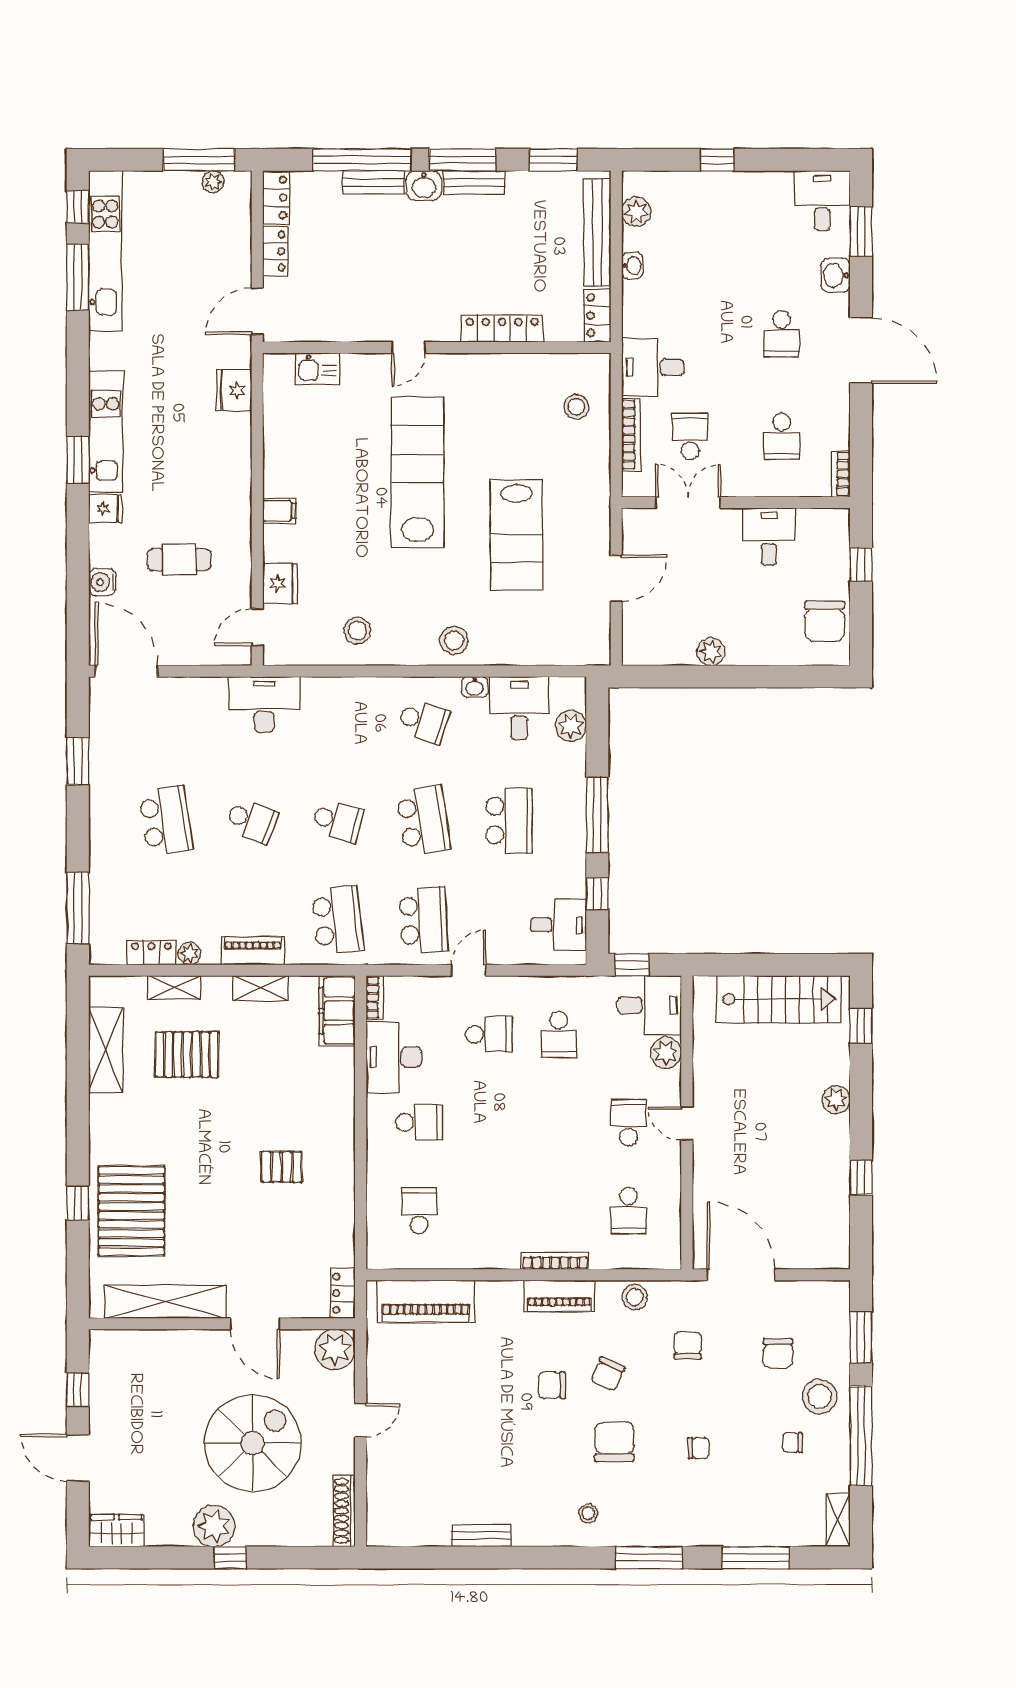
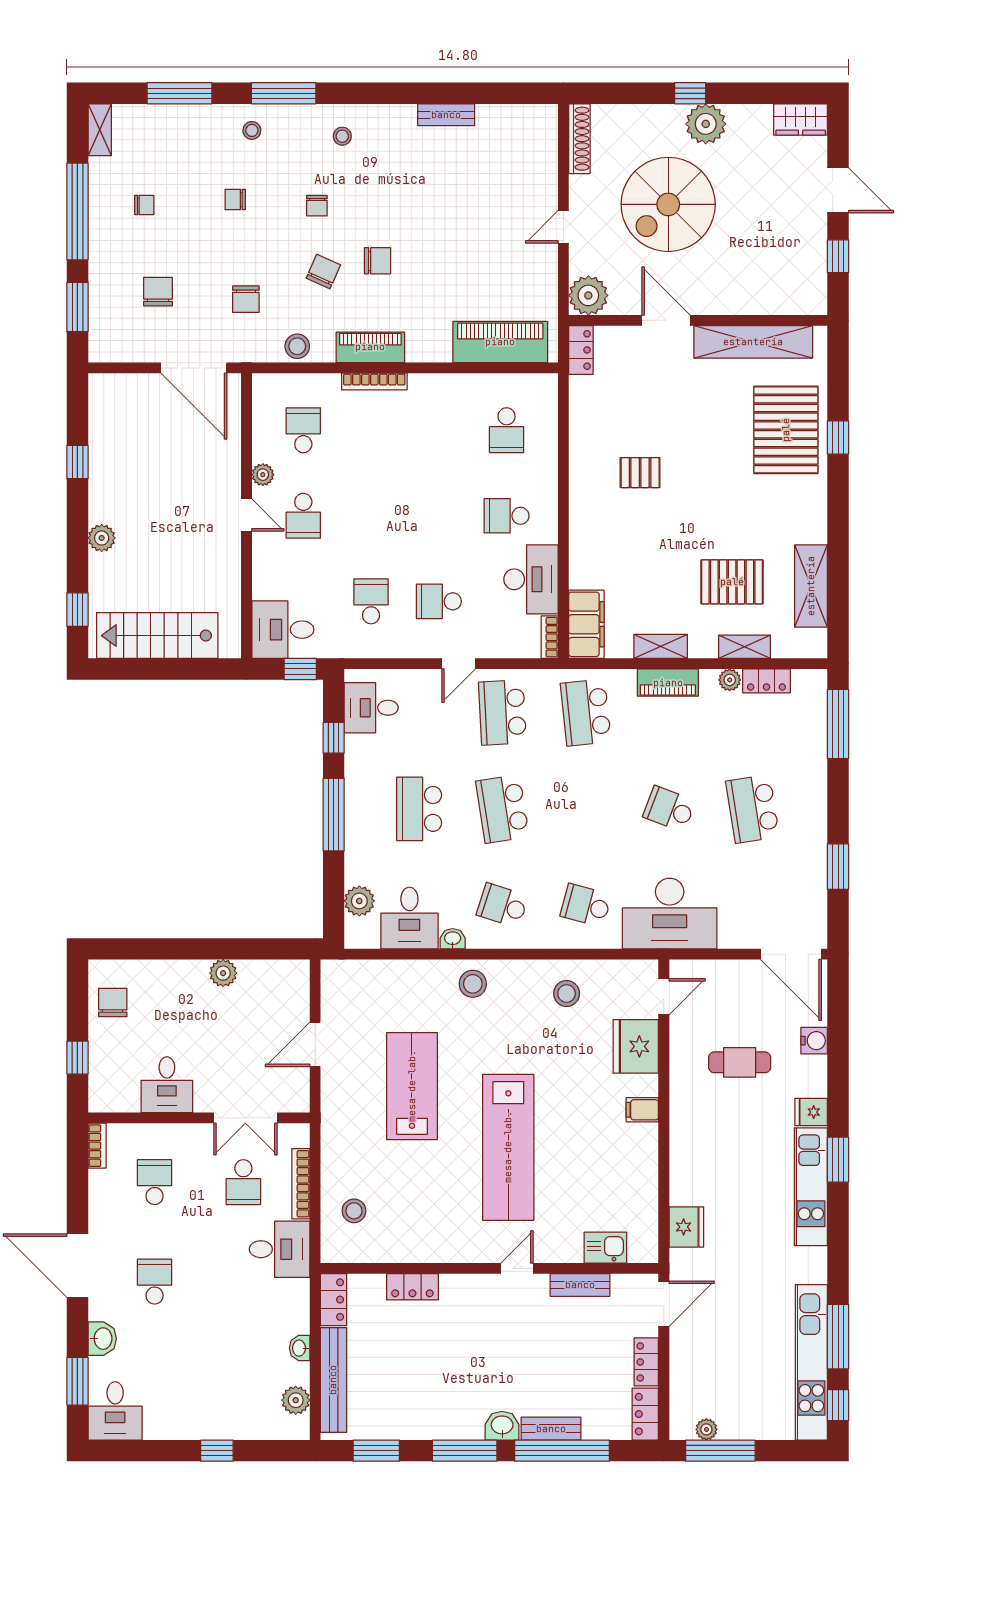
bench: (474, 182) -> (580, 1285), moved
locker: (502, 329) -> (412, 1287), width x0.66
fridge: (280, 583) -> (636, 1046), width x1.36, depth x1.34
chair: (825, 621) -> (113, 1003), width x0.73, depth x0.73
desk: (264, 704) -> (670, 914), width x1.36, depth x1.30
school desk: (338, 821) -> (586, 905), moved
plant: (666, 1053) -> (263, 475), moved, width x0.73, depth x0.73
stool: (820, 1397) -> (252, 130), moved, width x0.53, depth x0.53
chair: (614, 1442) -> (317, 206), width x0.54, depth x0.54

